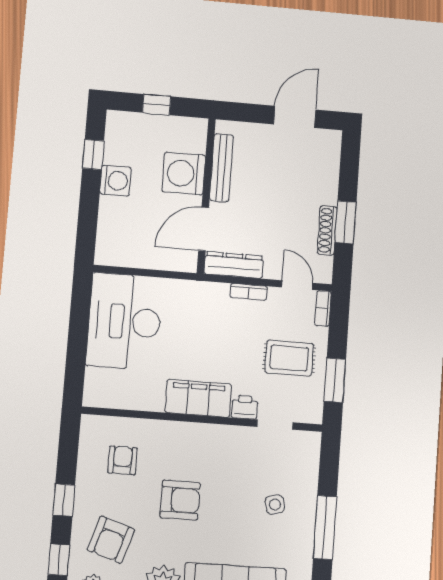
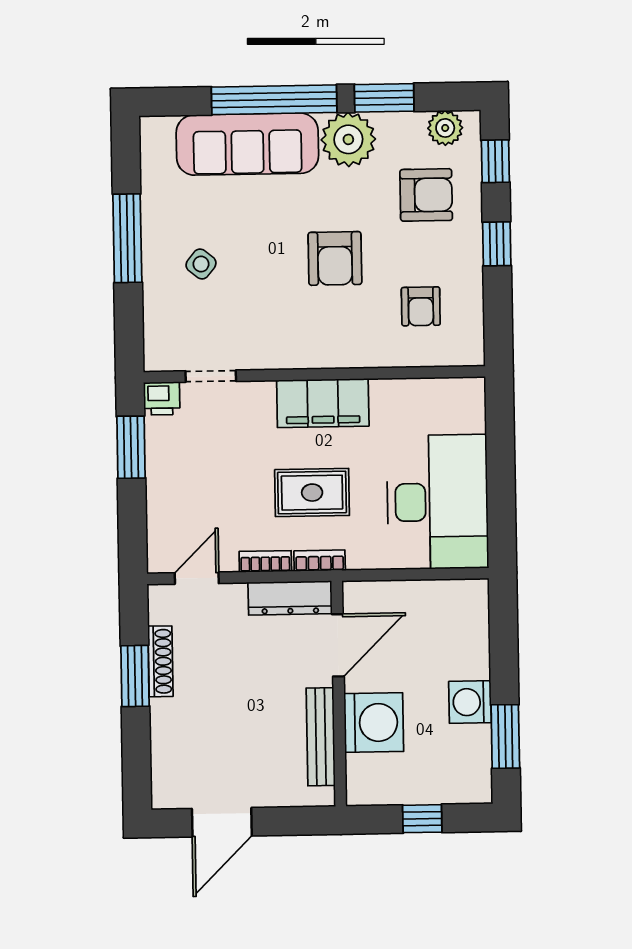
window: (93, 155) -> (505, 736), width x1.50
door: (297, 285) -> (197, 578), swing flipped
bookcase: (323, 308) -> (320, 561), moved, turned -90
rug: (289, 358) -> (312, 493), moved
printer: (245, 407) -> (162, 398), moved
armchair: (180, 500) -> (335, 258), turned -90
side table: (275, 505) -> (201, 264), turned -37
armchair: (111, 540) -> (426, 195), turned 72

